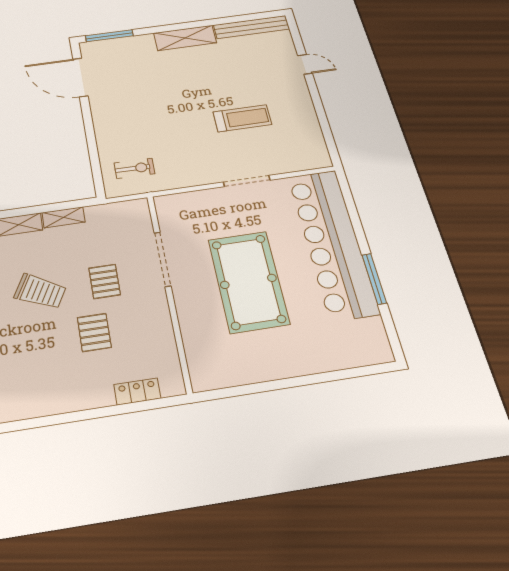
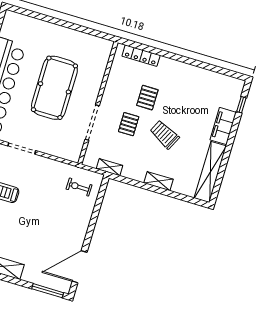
door: (80, 77) -> (80, 267), swing flipped
shelving: (63, 217) -> (110, 167), moved
locker: (137, 391) -> (141, 56), width x1.53

